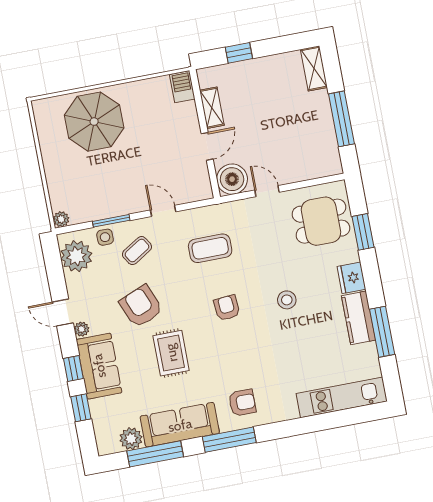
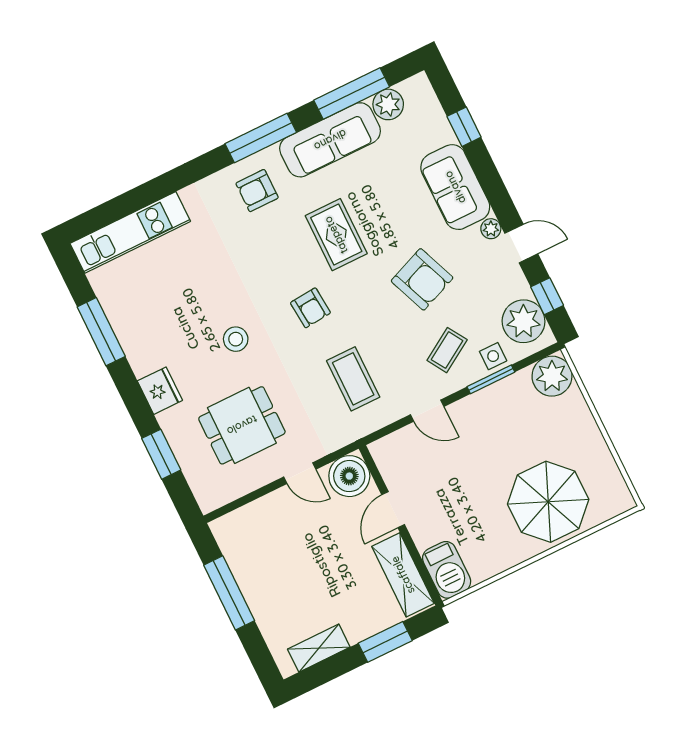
window: (239, 53) -> (385, 642), width x1.50
shelving: (314, 68) -> (319, 648), moved, turned 90
barbecue: (182, 87) -> (447, 570), width x1.38, depth x1.27
shelving: (212, 108) -> (403, 575), width x1.50, depth x1.33
plant: (61, 219) -> (552, 376), width x1.87, depth x1.87
dining table: (321, 221) -> (242, 425), moved
coffee table: (210, 248) -> (353, 379), turned 90
kitchen counter: (358, 318) -> (137, 341), removed
rug: (171, 353) -> (336, 235), moved
window: (73, 368) -> (547, 296), moved

